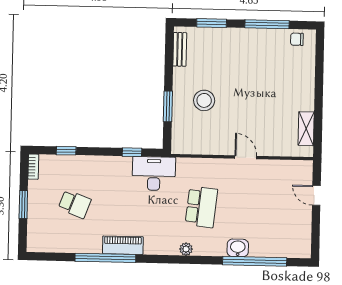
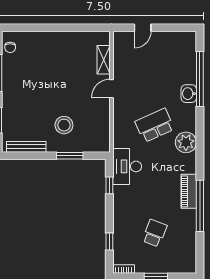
bench: (180, 49) -> (26, 147), width x1.36
shelving: (306, 129) -> (104, 60), moved, turned 90
school desk: (201, 207) -> (155, 125), turned -30
plant: (186, 249) -> (186, 142), width x1.87, depth x1.87

